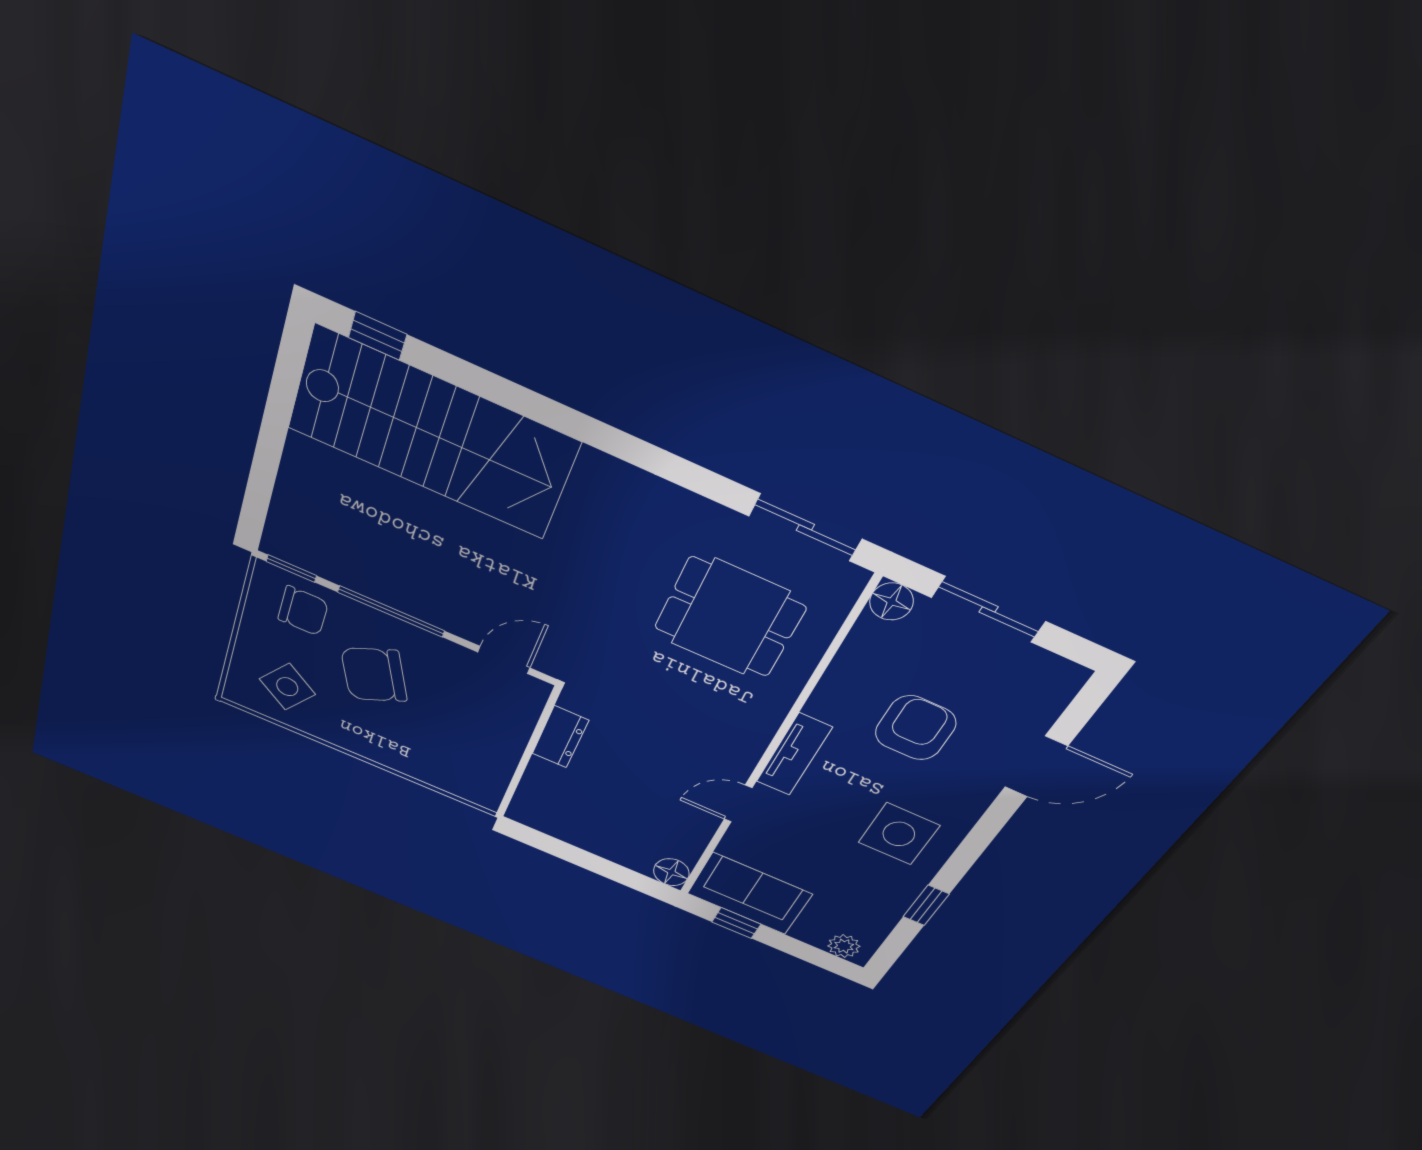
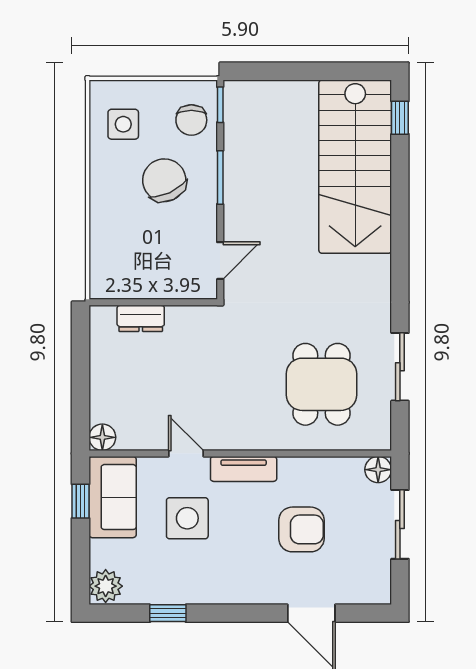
sliding door: (805, 527) -> (400, 367), moved
window: (391, 611) -> (220, 177), width x0.69
door: (504, 660) -> (220, 261), hinge flipped
side table: (287, 687) -> (123, 124), turned -36
dresser: (560, 737) -> (141, 318), moved
side table: (899, 834) -> (187, 518), moved
plant: (844, 946) -> (106, 586), width x1.38, depth x1.38

